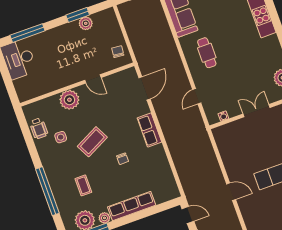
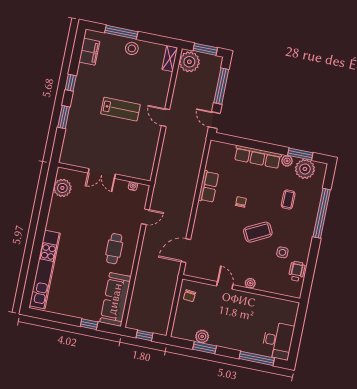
plant: (69, 100) -> (250, 283), width x0.53, depth x0.53
row of seats: (149, 130) -> (208, 187), moved

